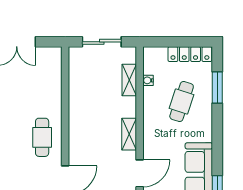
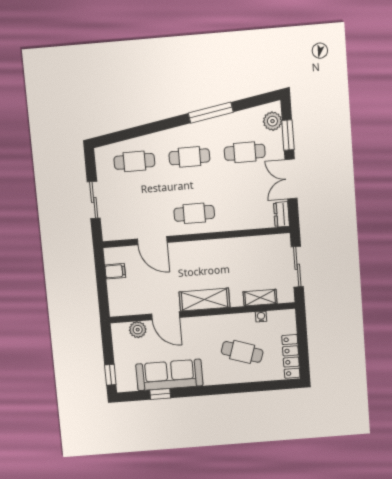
dresser: (50, 53) -> (281, 214), added
window: (217, 87) -> (259, 386), removed
shelving: (129, 134) -> (205, 300), width x1.50, depth x1.33

